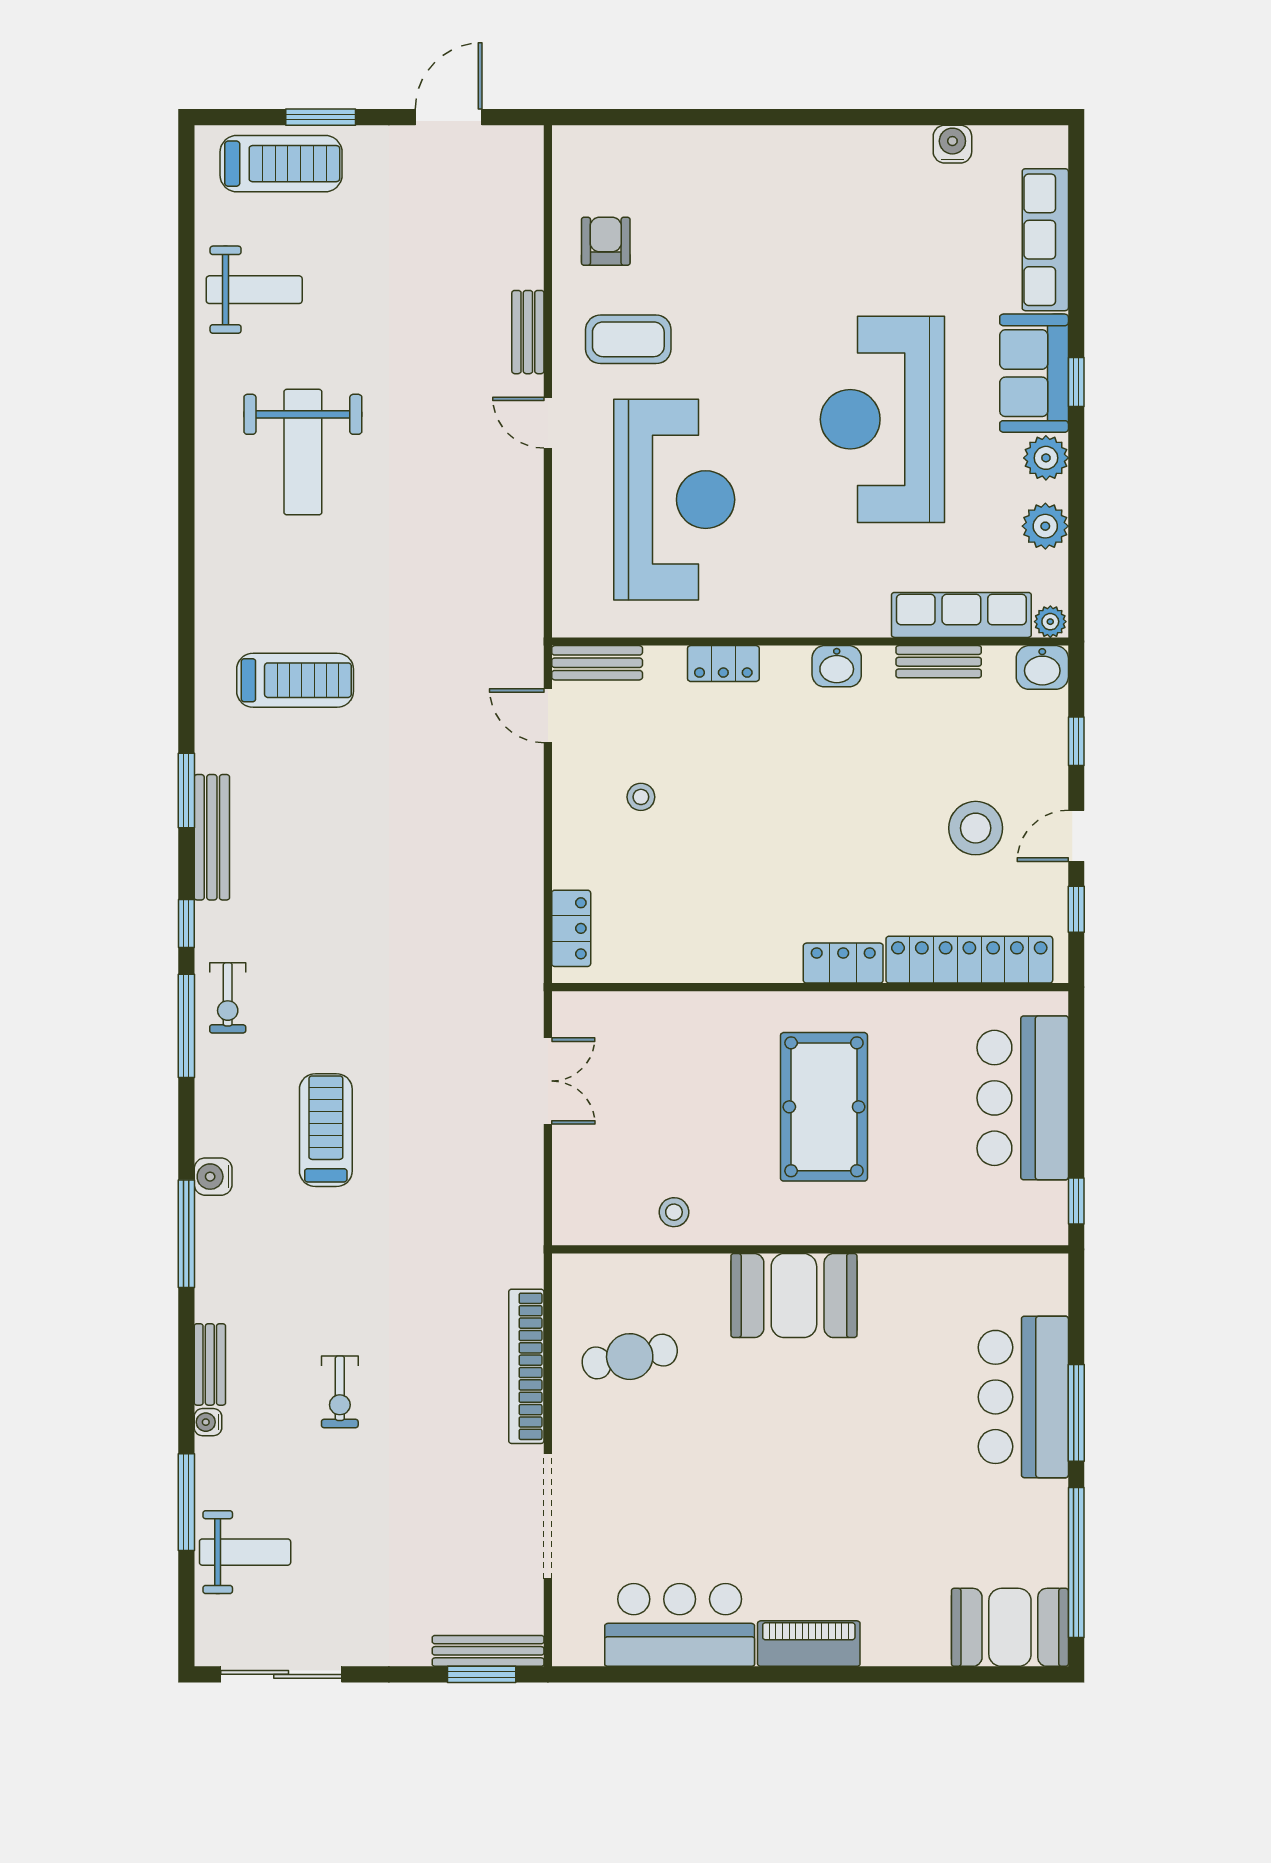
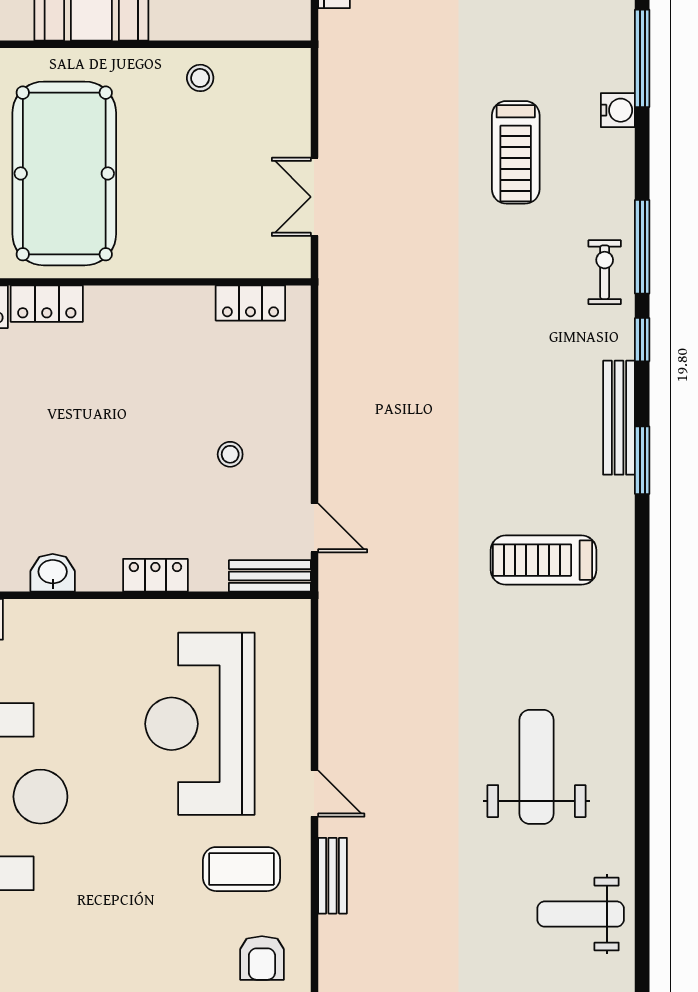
locker: (571, 928) -> (250, 303), moved, turned -90
pool table: (824, 1107) -> (64, 173), width x1.36, depth x1.32

